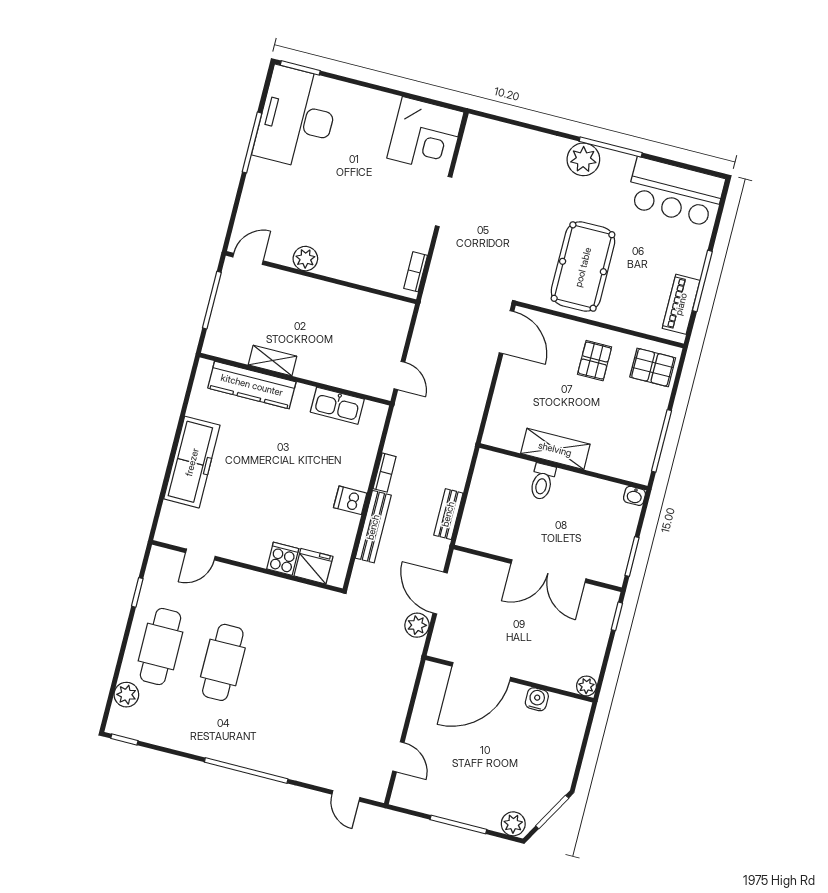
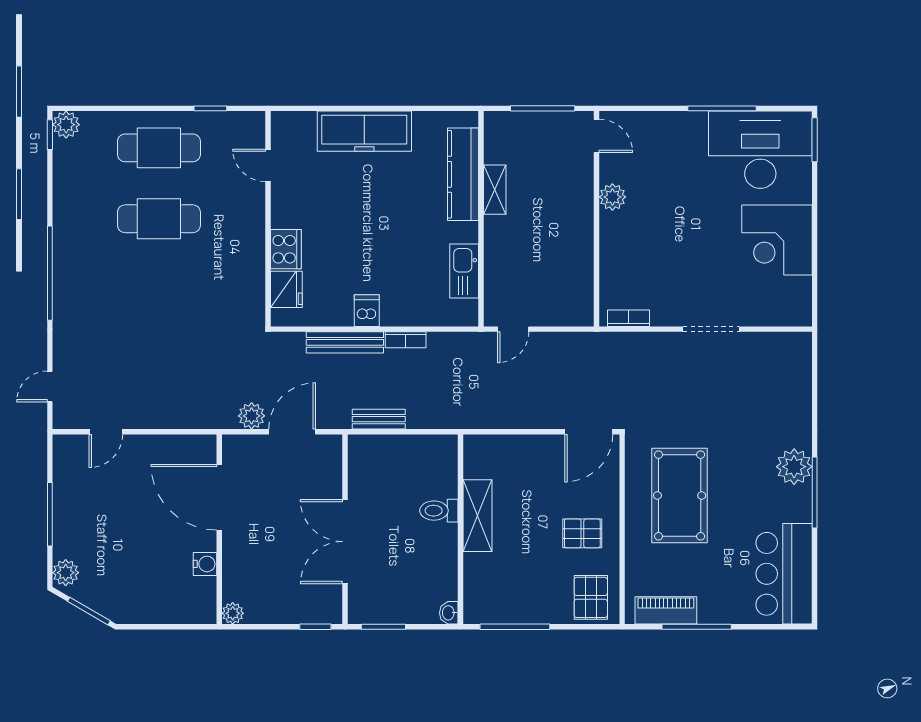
corner desk: (425, 135) -> (777, 240), moved
pool table: (583, 267) -> (680, 495), turned 90
cooker: (283, 559) -> (286, 249), width x1.36
plant: (126, 695) -> (66, 125), moved

